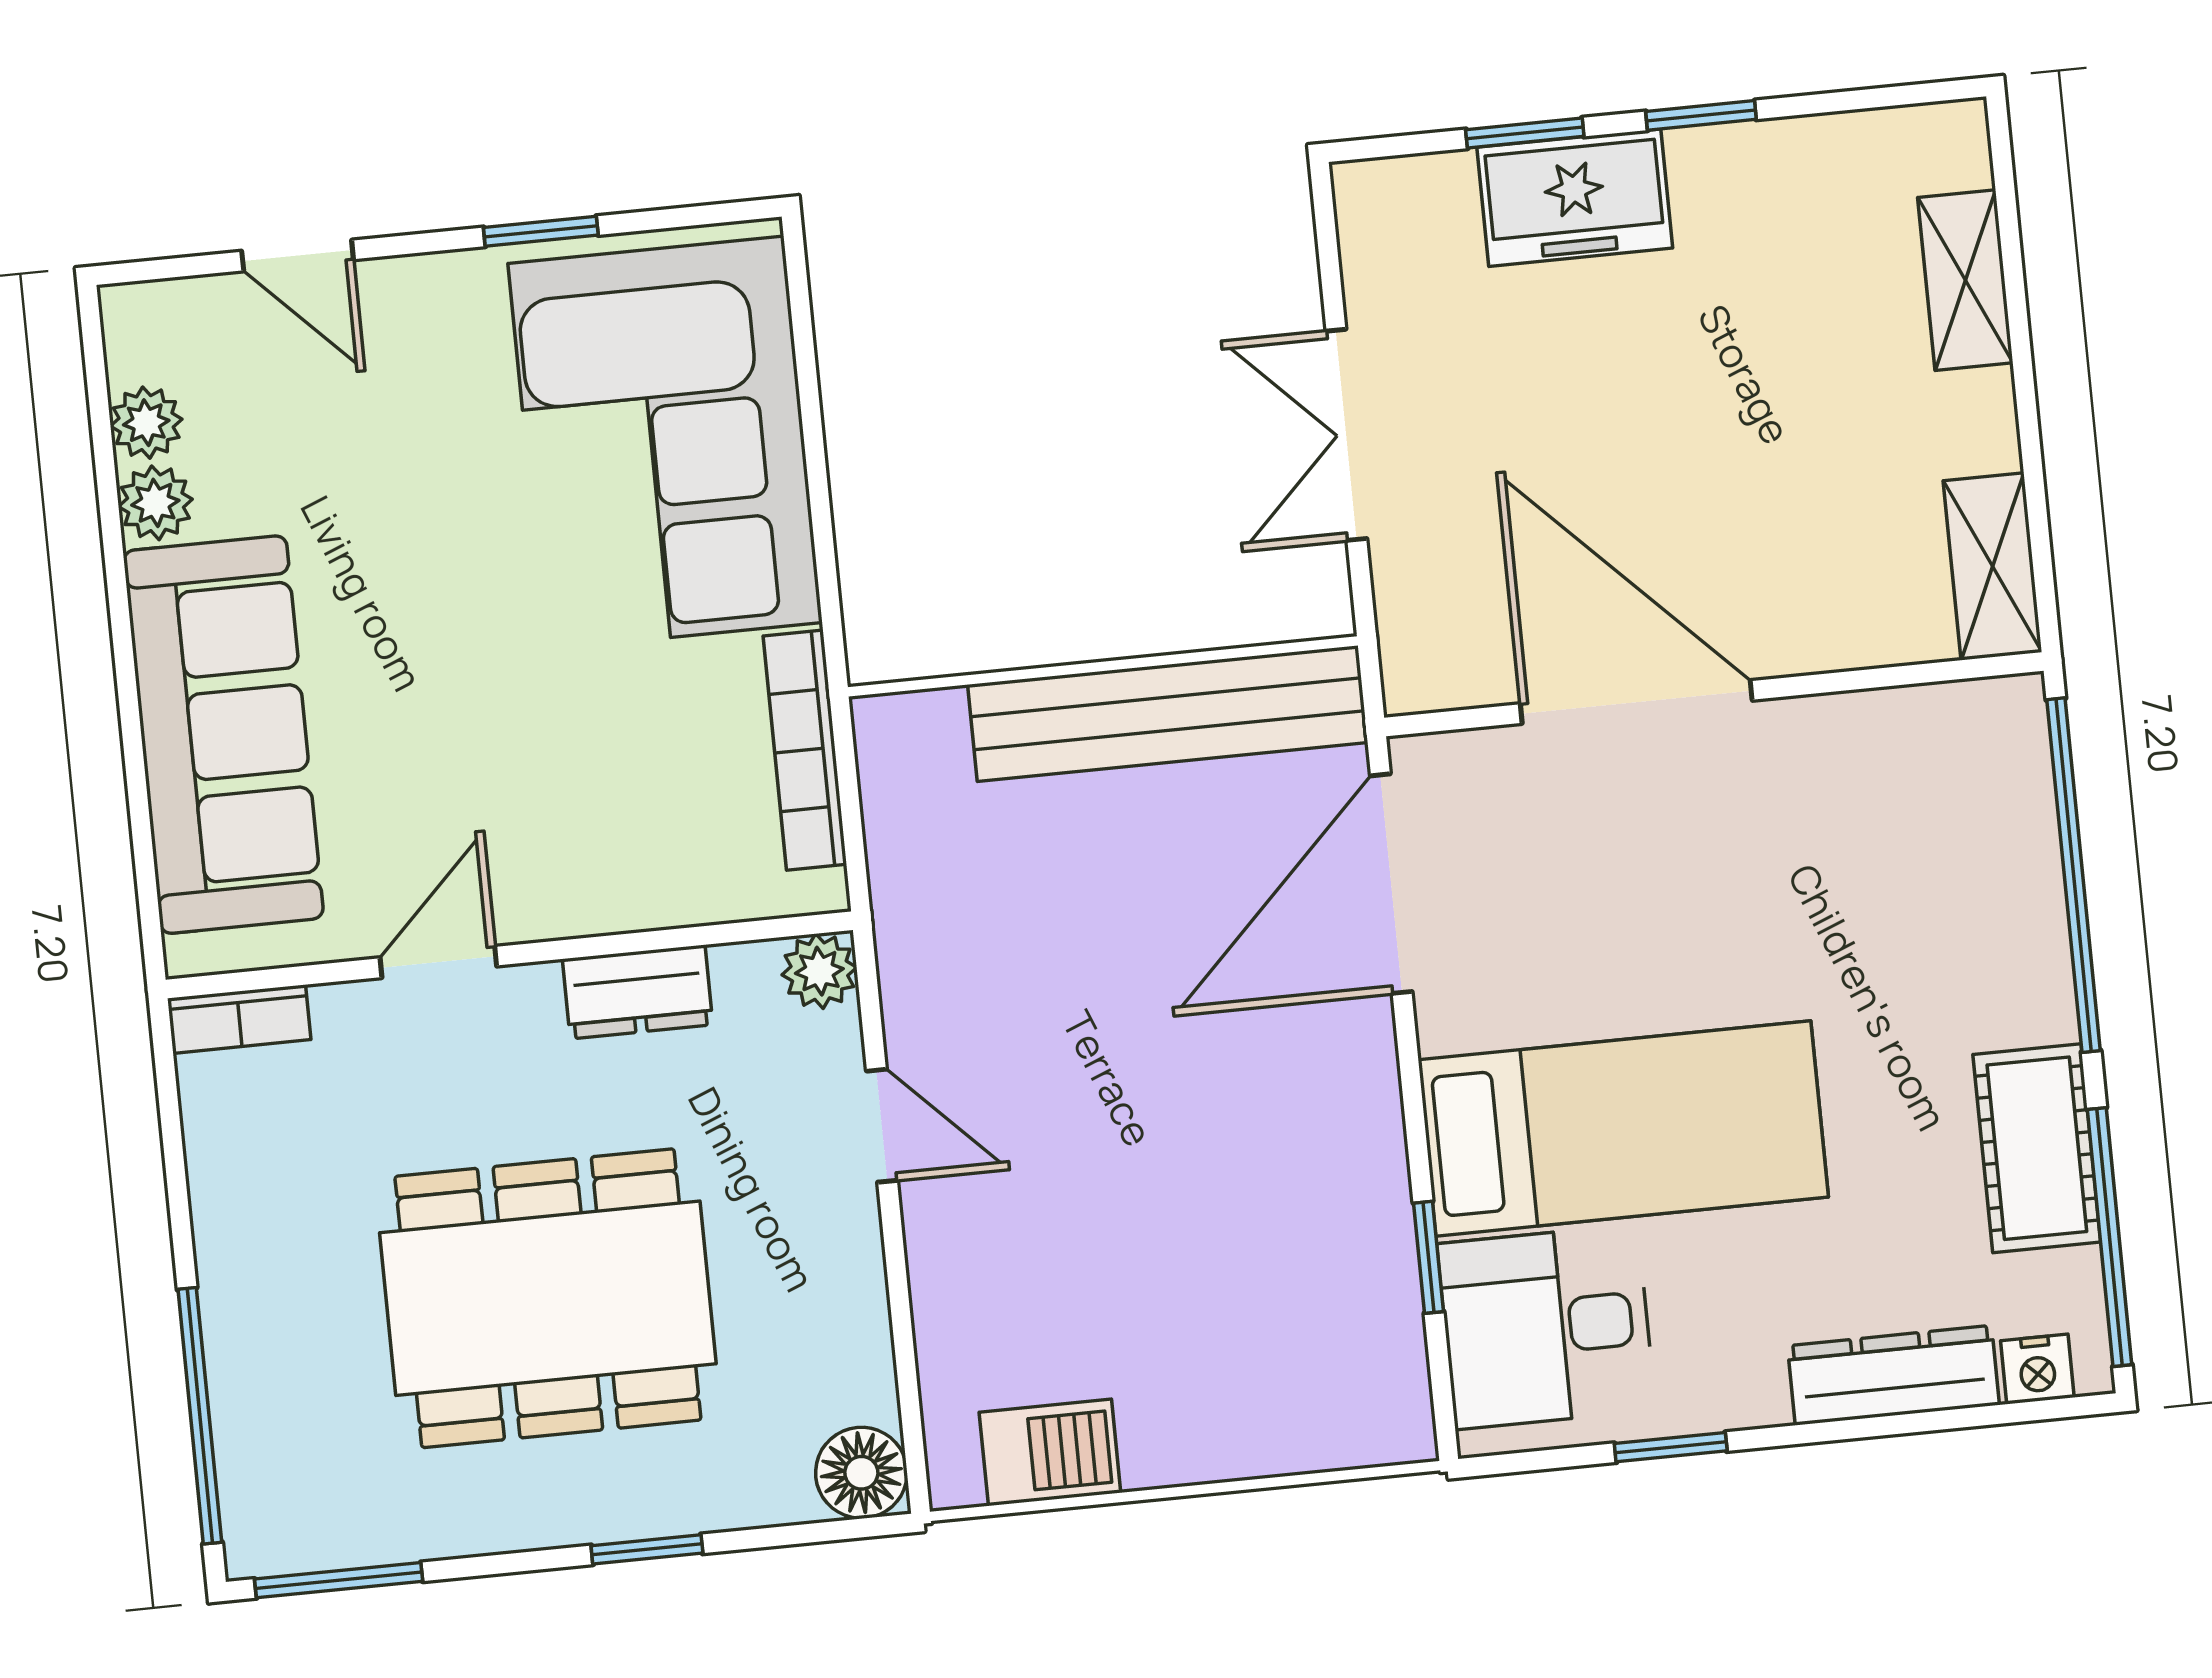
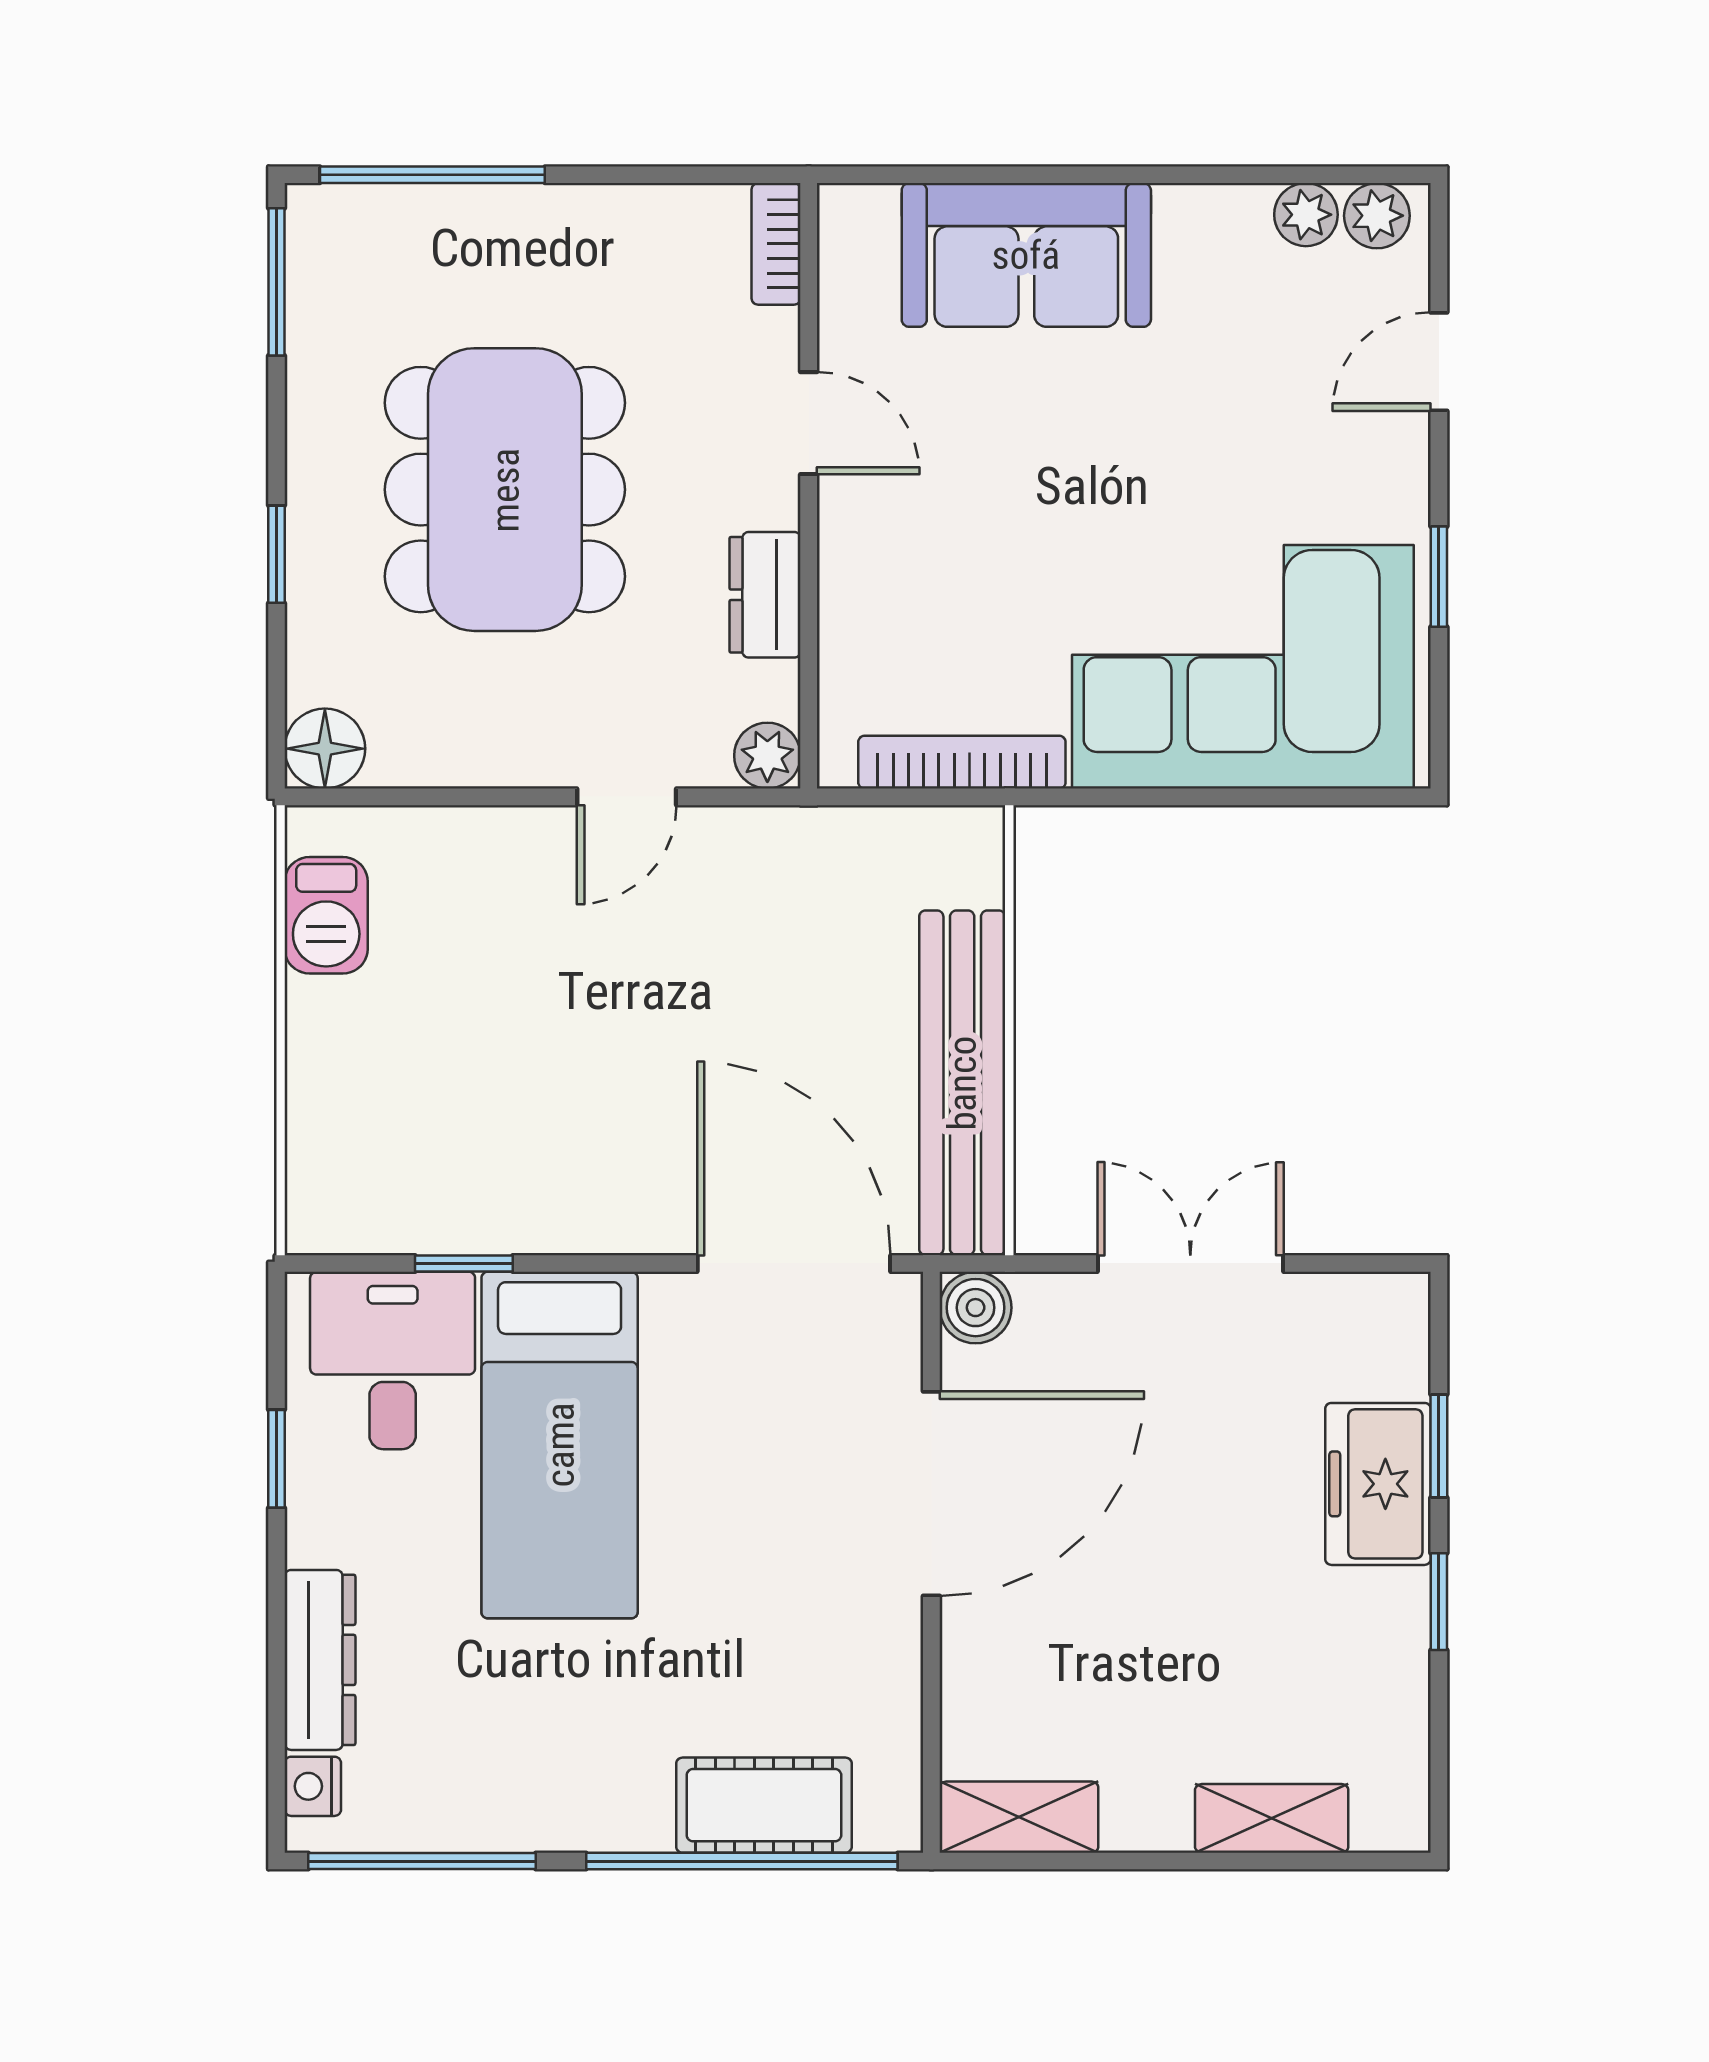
plant: (155, 503) -> (1377, 216), moved
boiler: (1421, 673) -> (976, 1308), added
sofa: (223, 735) -> (1026, 255), width x0.73
cot: (2037, 1148) -> (764, 1805), moved

